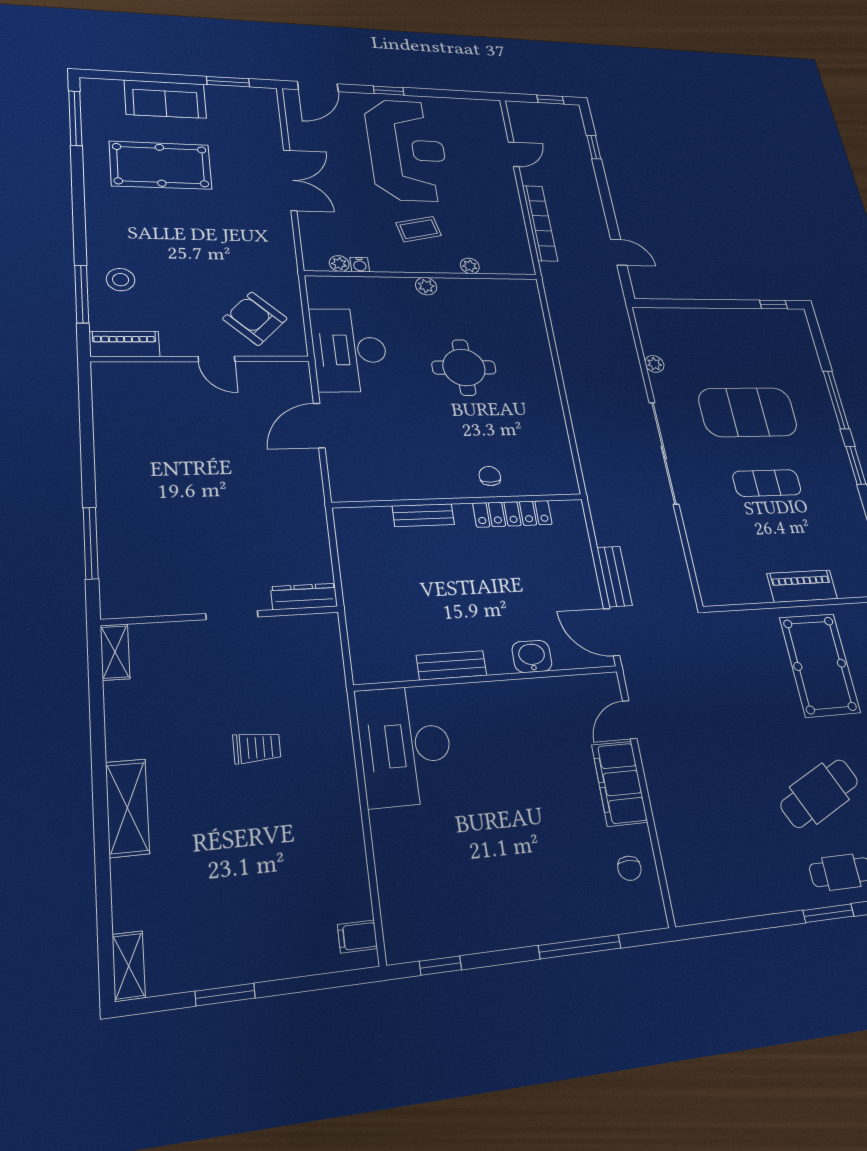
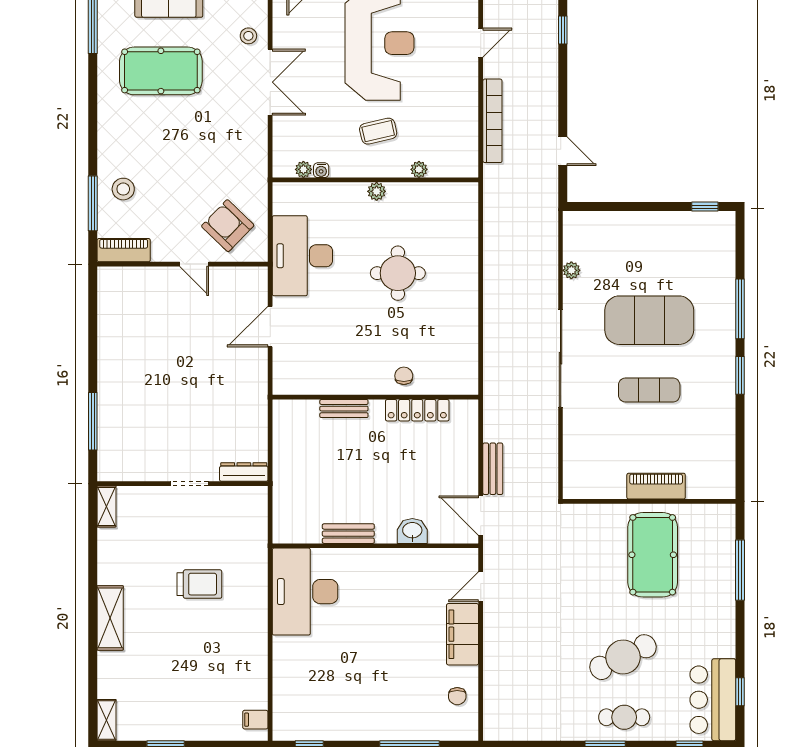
stool: (261, 137) -> (248, 36), added
trolley: (257, 748) -> (199, 584), width x1.36, depth x1.39

